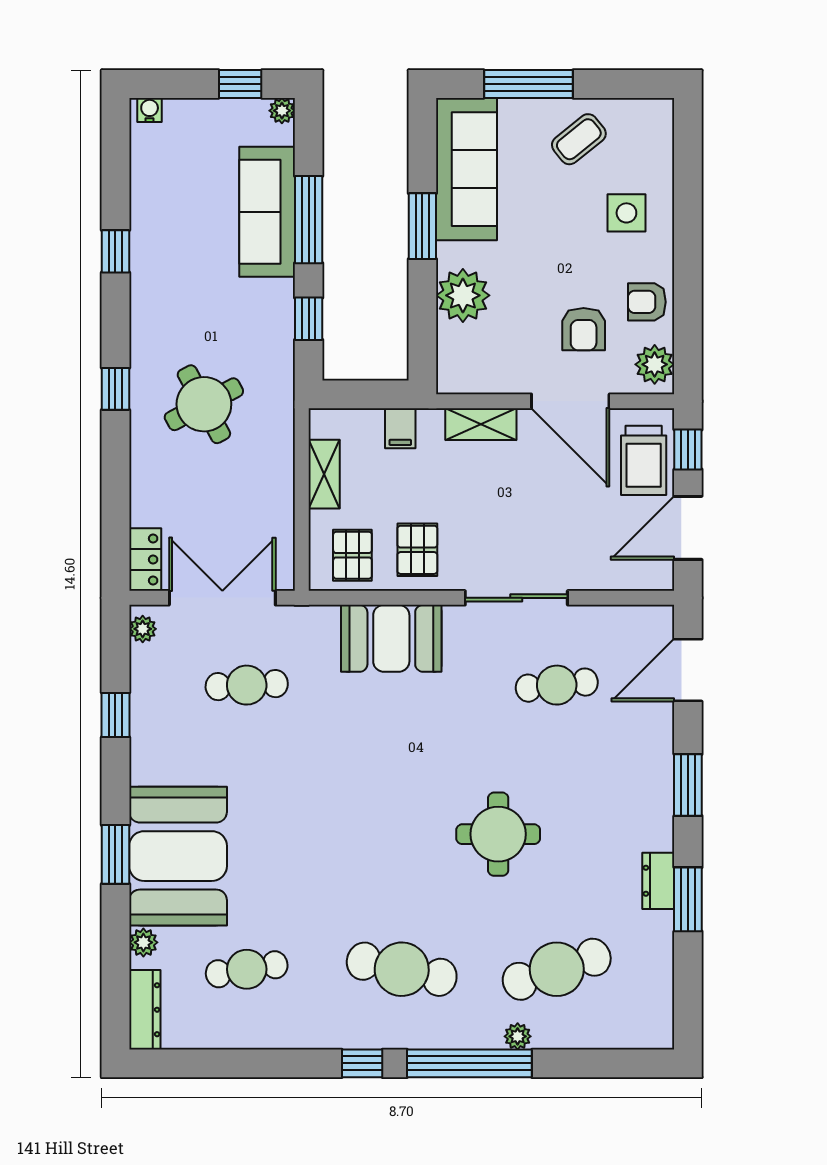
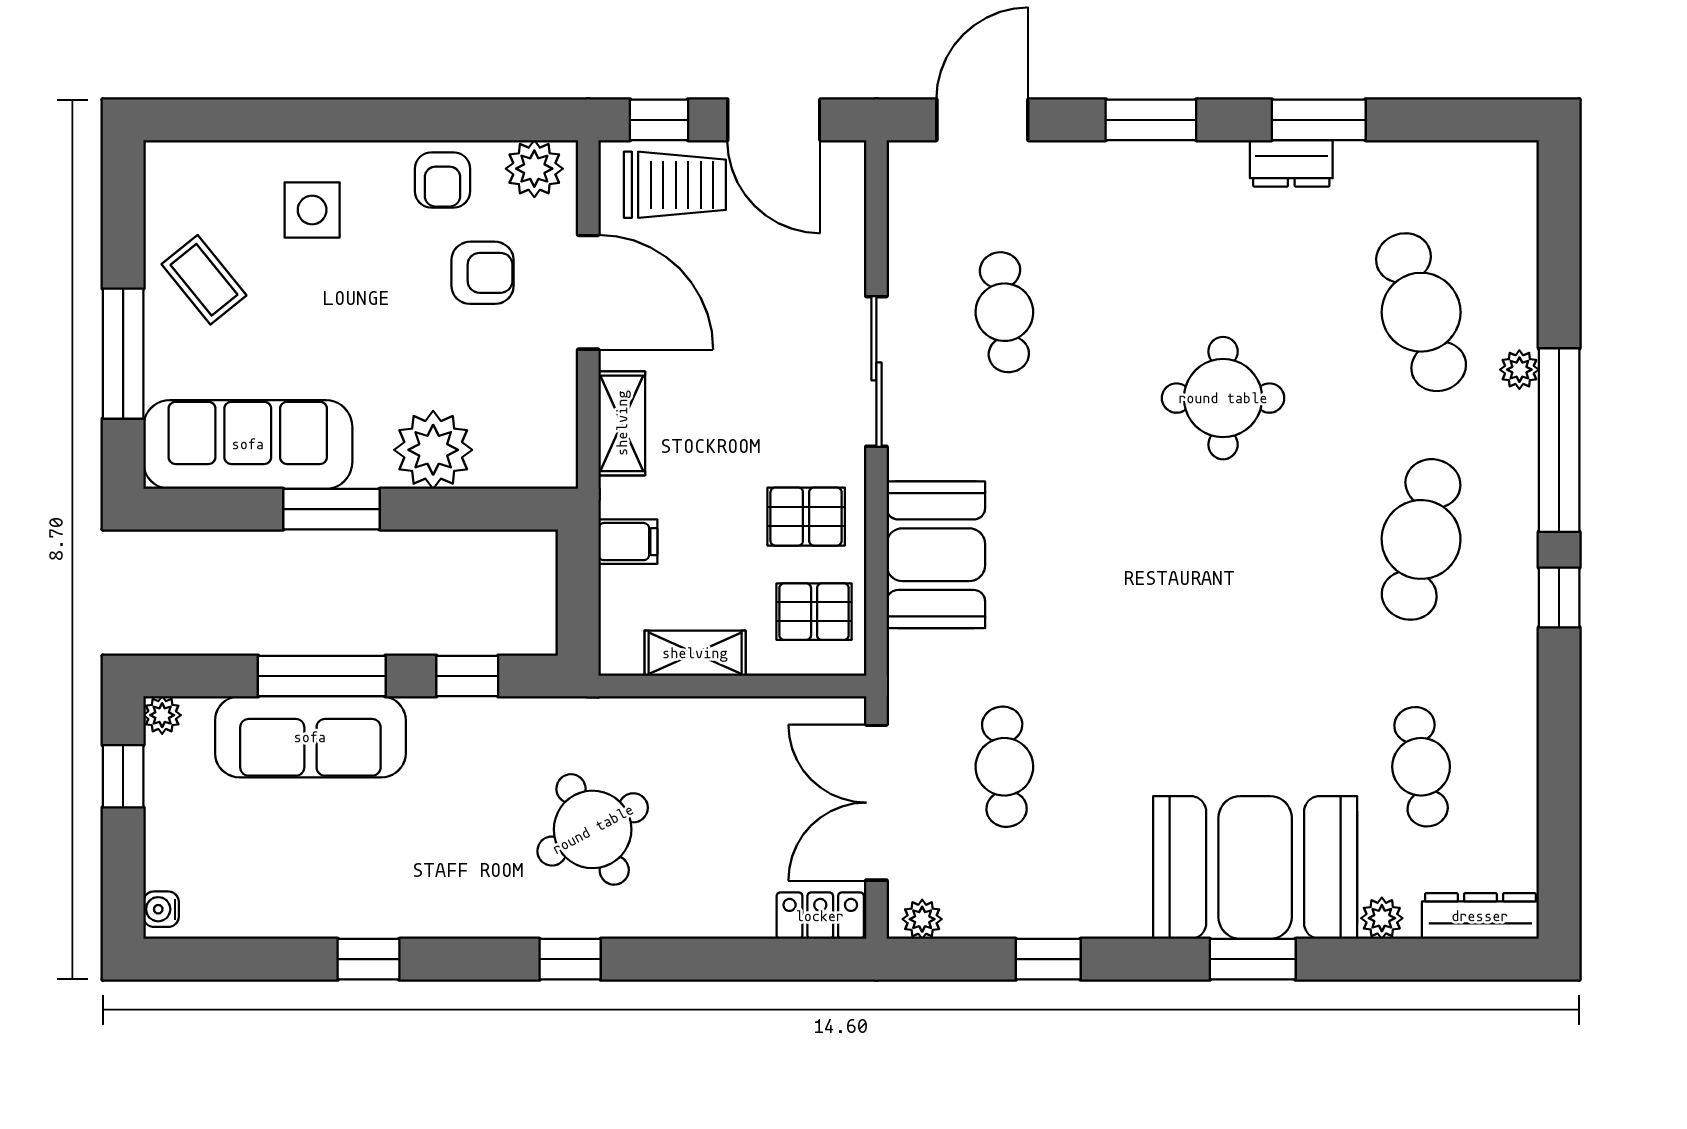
door: (570, 401) -> (588, 292), hinge flipped
door: (688, 670) -> (982, 120), swing flipped

